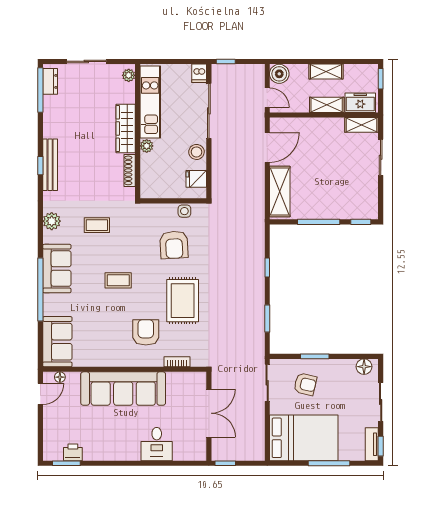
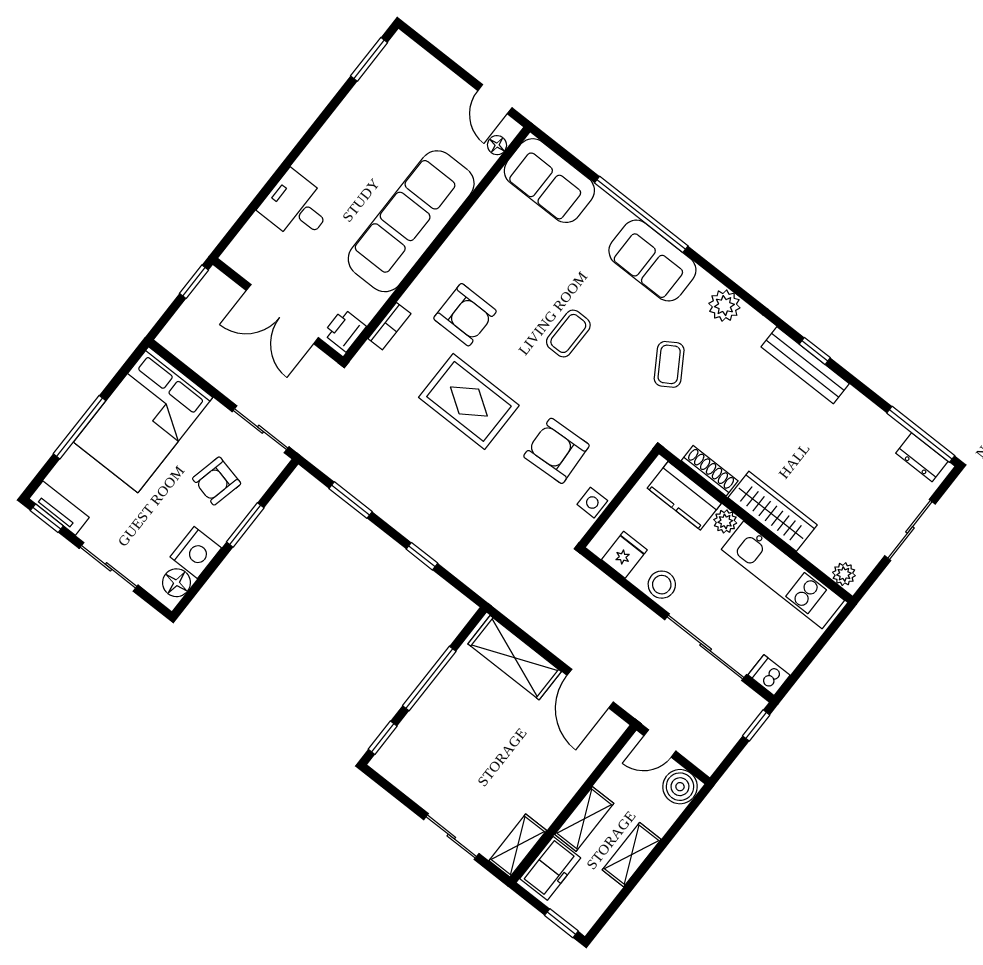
kitchen counter: (150, 173) -> (684, 496), added
coffee table: (97, 225) -> (669, 364), turned -32
nightstand: (344, 369) -> (196, 552), added
printer: (73, 452) -> (344, 330), moved, turned 180

